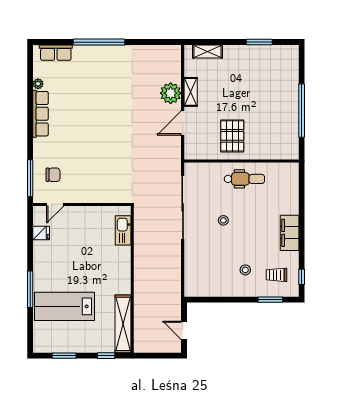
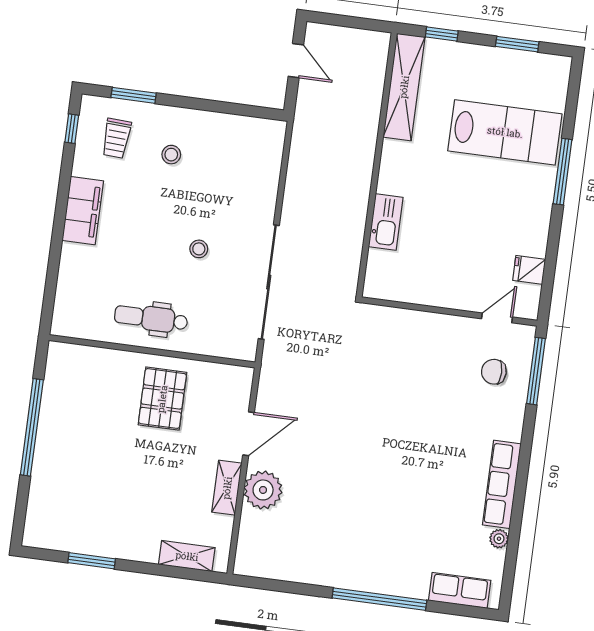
kitchen sink: (123, 230) -> (386, 222), moved
trolley: (276, 275) -> (116, 138), turned 93

